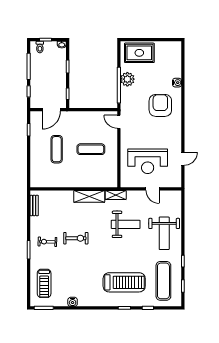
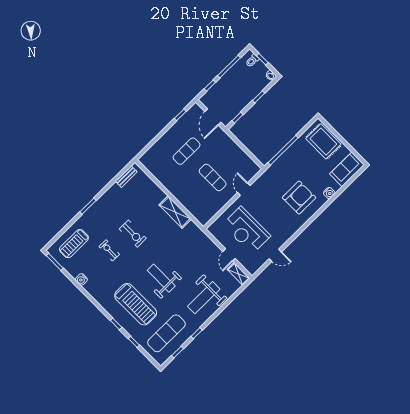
sofa: (173, 56) -> (347, 169), added
plant: (127, 79) -> (294, 152), removed
door: (51, 110) -> (213, 117), hinge flipped
door: (119, 122) -> (244, 189), moved
shelving: (116, 195) -> (238, 274), moved
weight bench: (126, 224) -> (161, 278), moved, turned 180
exercise bike: (47, 242) -> (109, 250), moved

